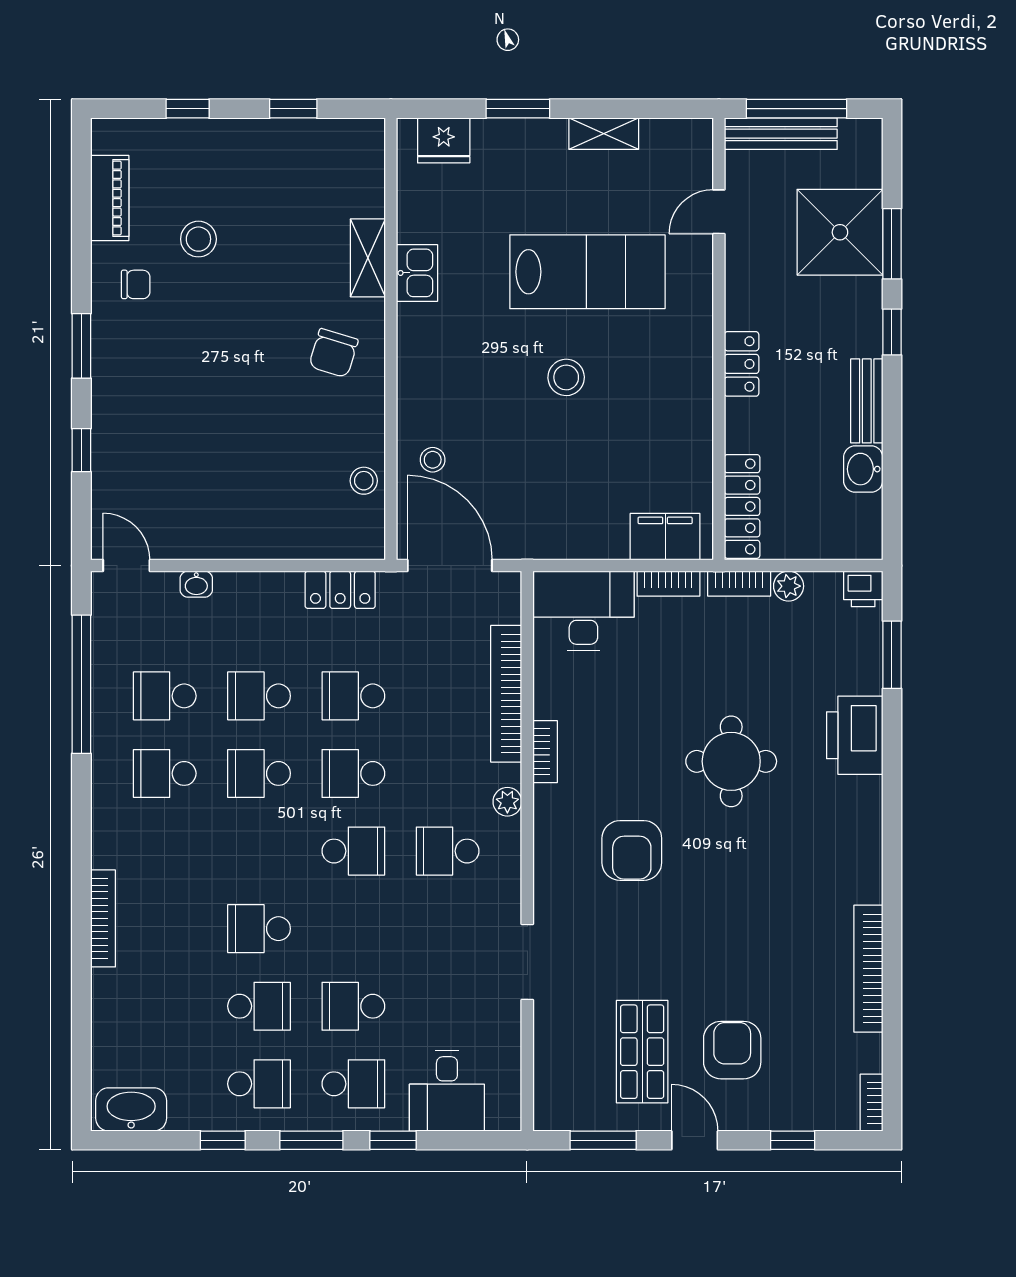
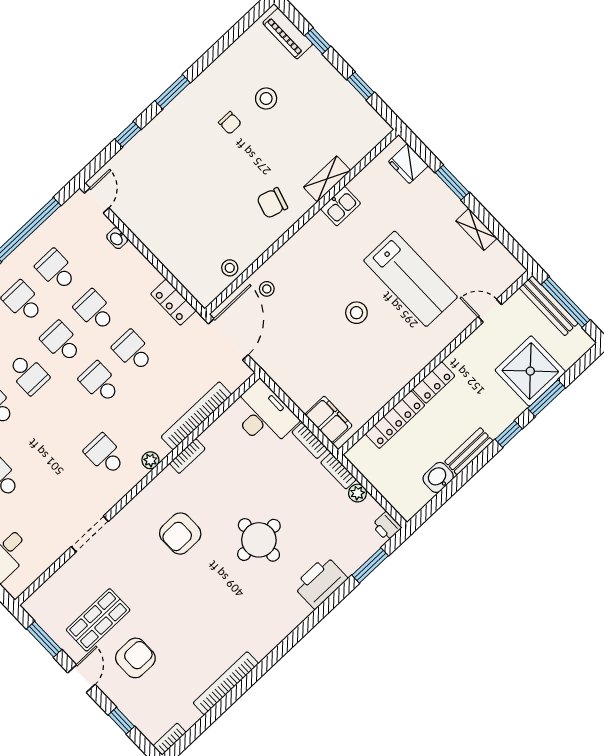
piano: (110, 198) -> (288, 33), moved, turned 90
chair: (136, 284) -> (230, 123), moved
locker: (742, 506) -> (395, 420), moved
school desk: (353, 851) -> (28, 374), moved

